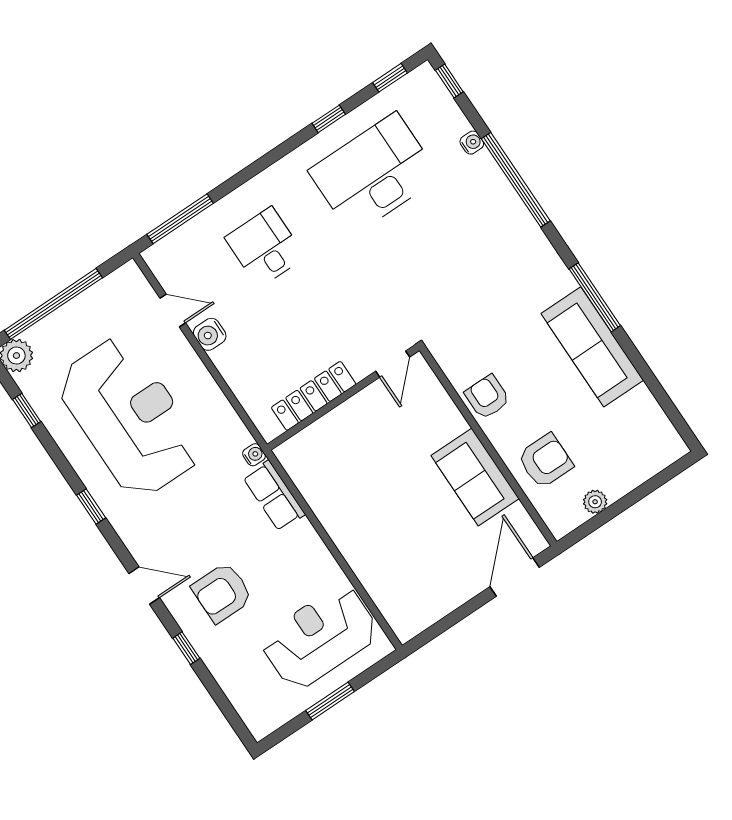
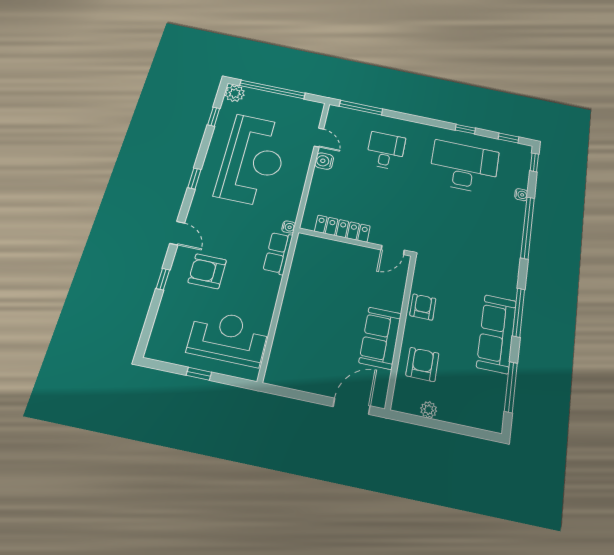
window: (658, 392) -> (511, 387), added
armchair: (545, 461) -> (422, 364), turned -90
window: (330, 701) -> (199, 374), width x0.67

